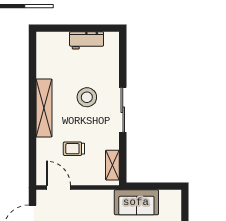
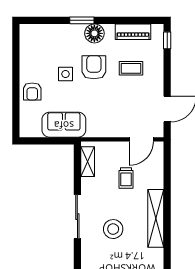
trolley: (74, 149) -> (126, 178), turned 90
door: (59, 187) -> (141, 139), hinge flipped

